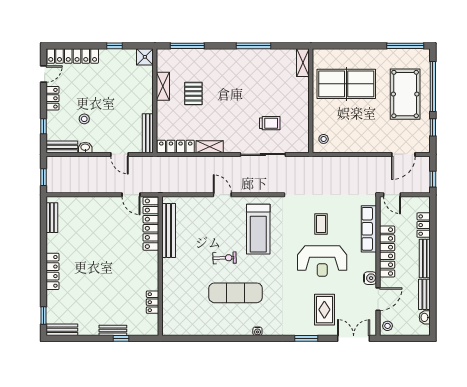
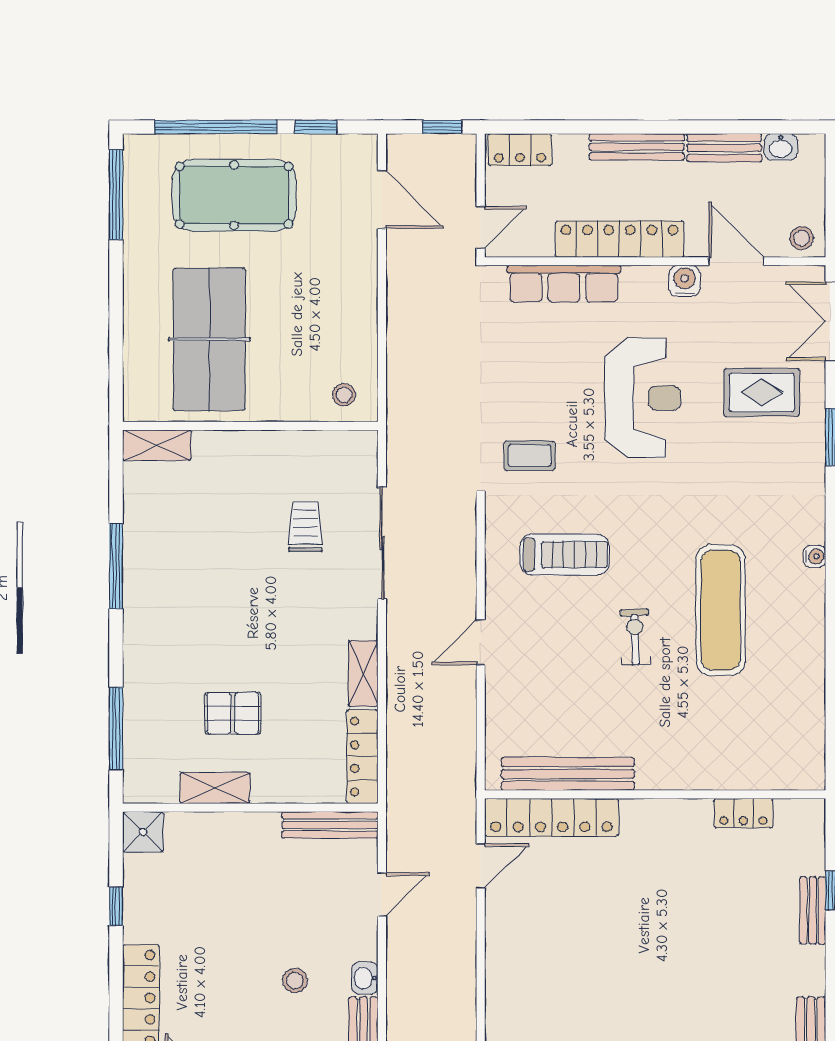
coffee table: (321, 224) -> (530, 456), moved
locker: (424, 225) -> (520, 150), moved
treadmill: (258, 229) -> (565, 555), width x0.73, depth x0.73

